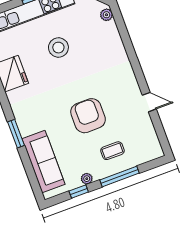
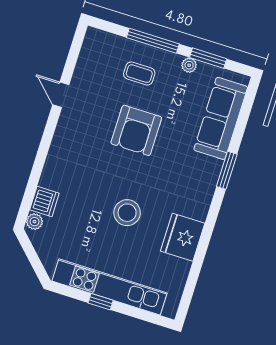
dishwasher: (110, 31) -> (44, 201), added
stool: (58, 48) -> (127, 213), moved
window: (79, 192) -> (208, 58), width x1.50

